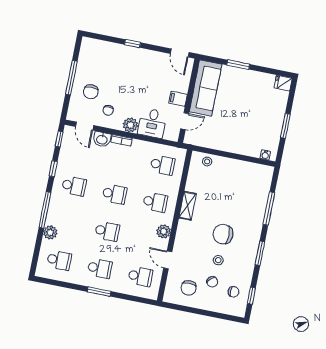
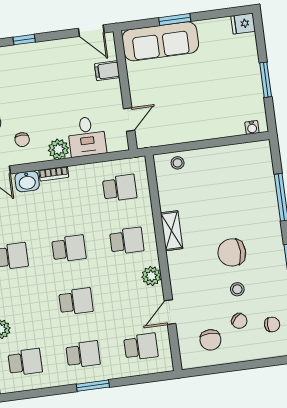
sofa: (206, 88) -> (160, 41), moved, turned 90
filing cabinet: (178, 99) -> (107, 71), moved
door: (168, 260) -> (170, 312), hinge flipped

